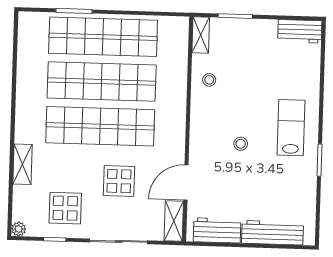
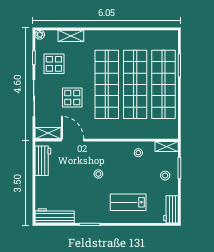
stool: (246, 39) -> (165, 176), added
lab bench: (291, 128) -> (128, 202), moved, turned 180
shelving: (22, 164) -> (71, 36), moved
workbench: (273, 233) -> (55, 216), moved, turned -90

